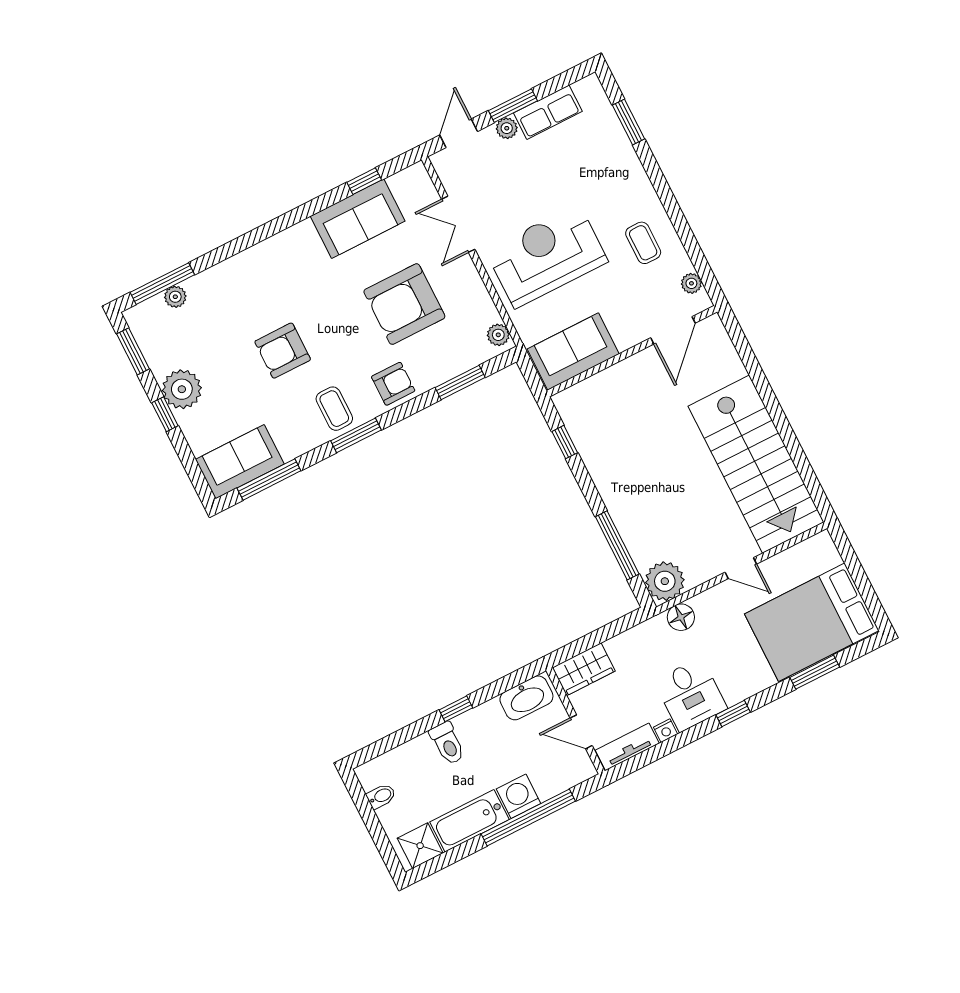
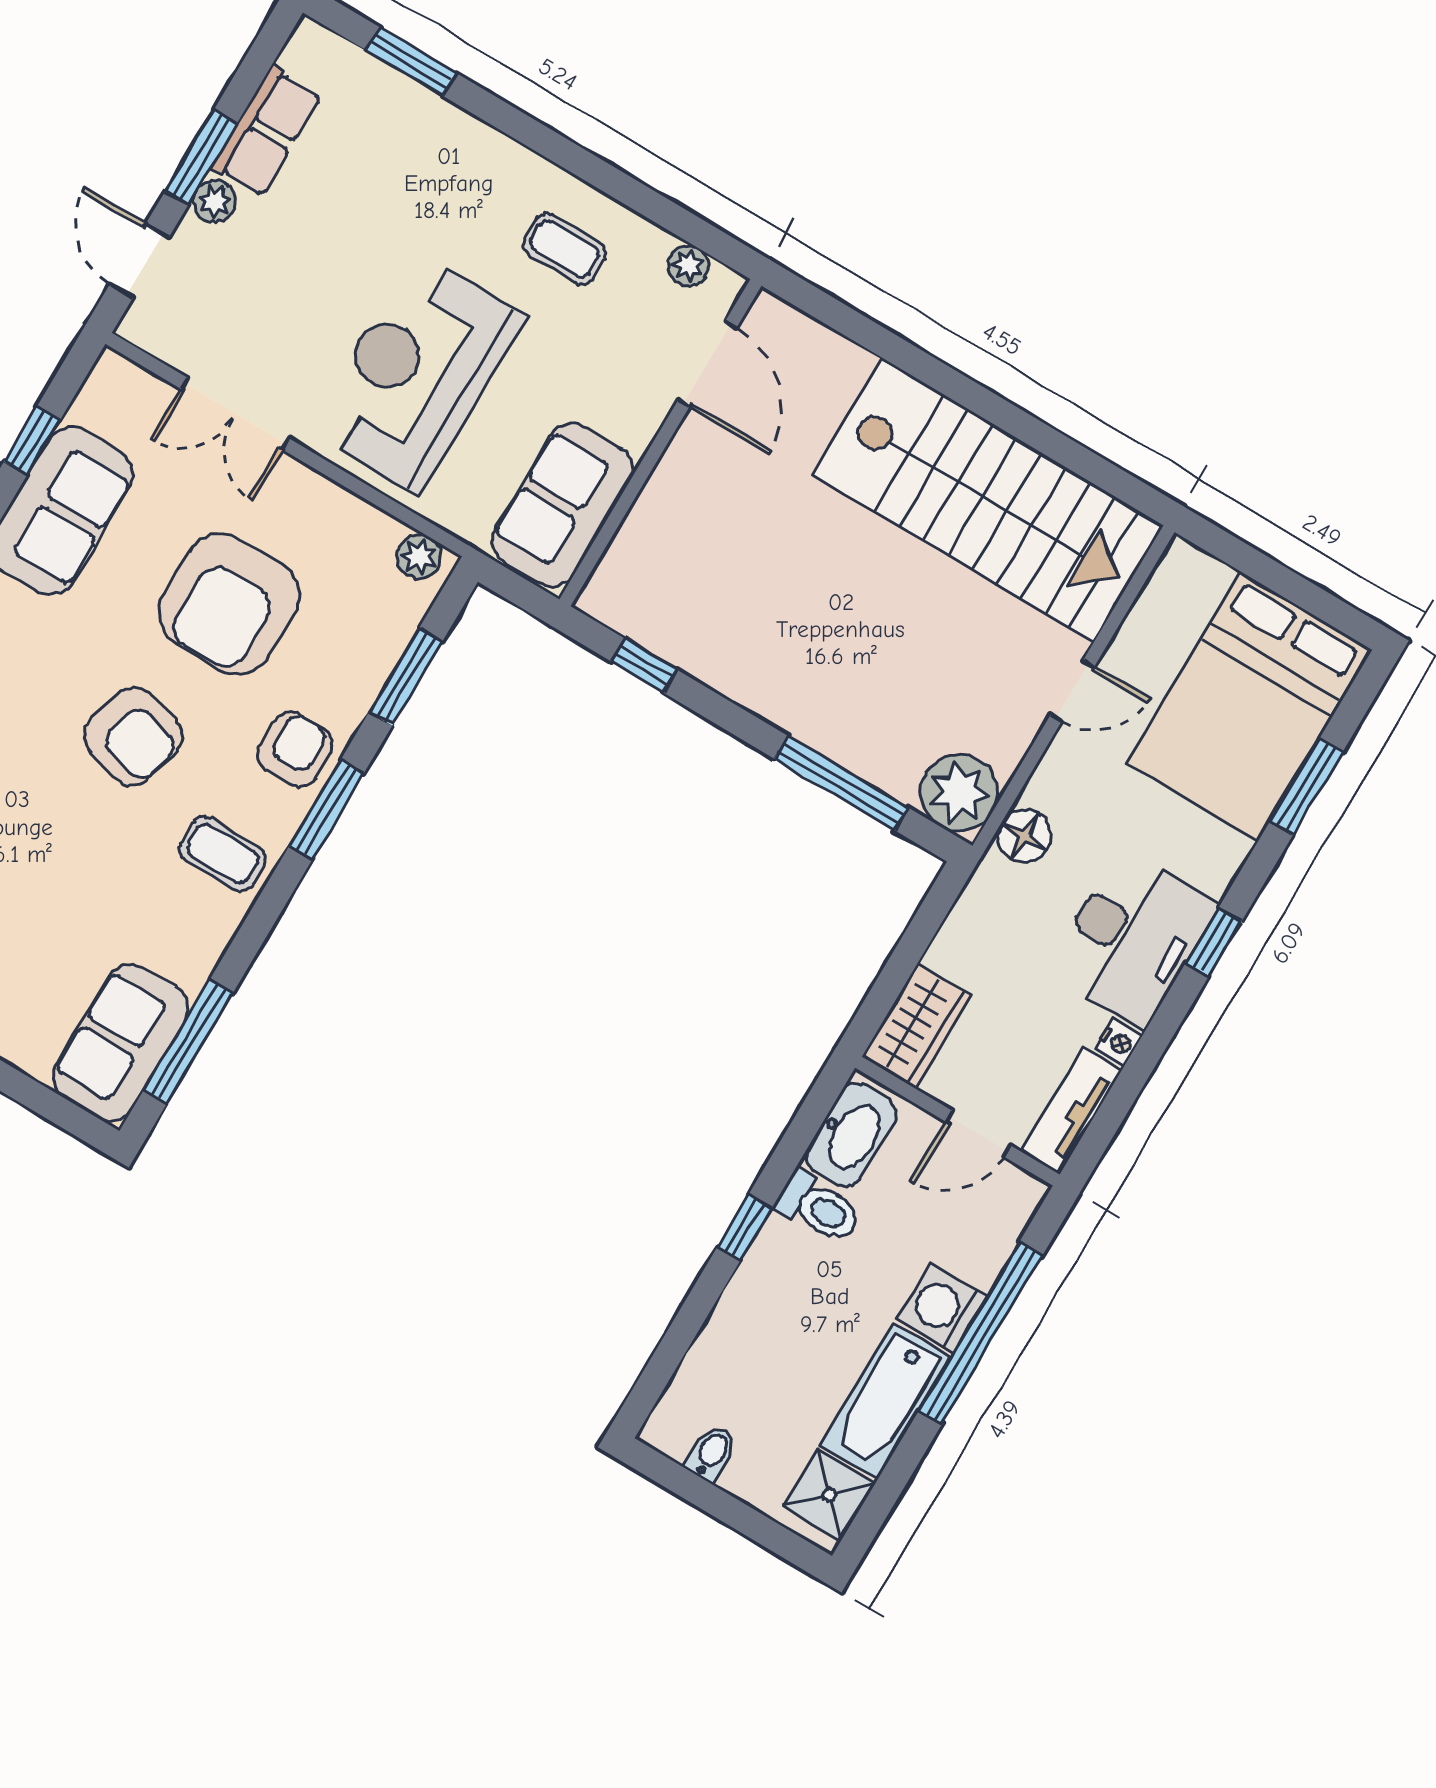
armchair: (283, 351) -> (133, 736), moved, turned -74
window: (356, 435) -> (327, 810), moved
desk: (691, 695) -> (1133, 938), width x1.37
toilet: (447, 743) -> (819, 1207), moved

